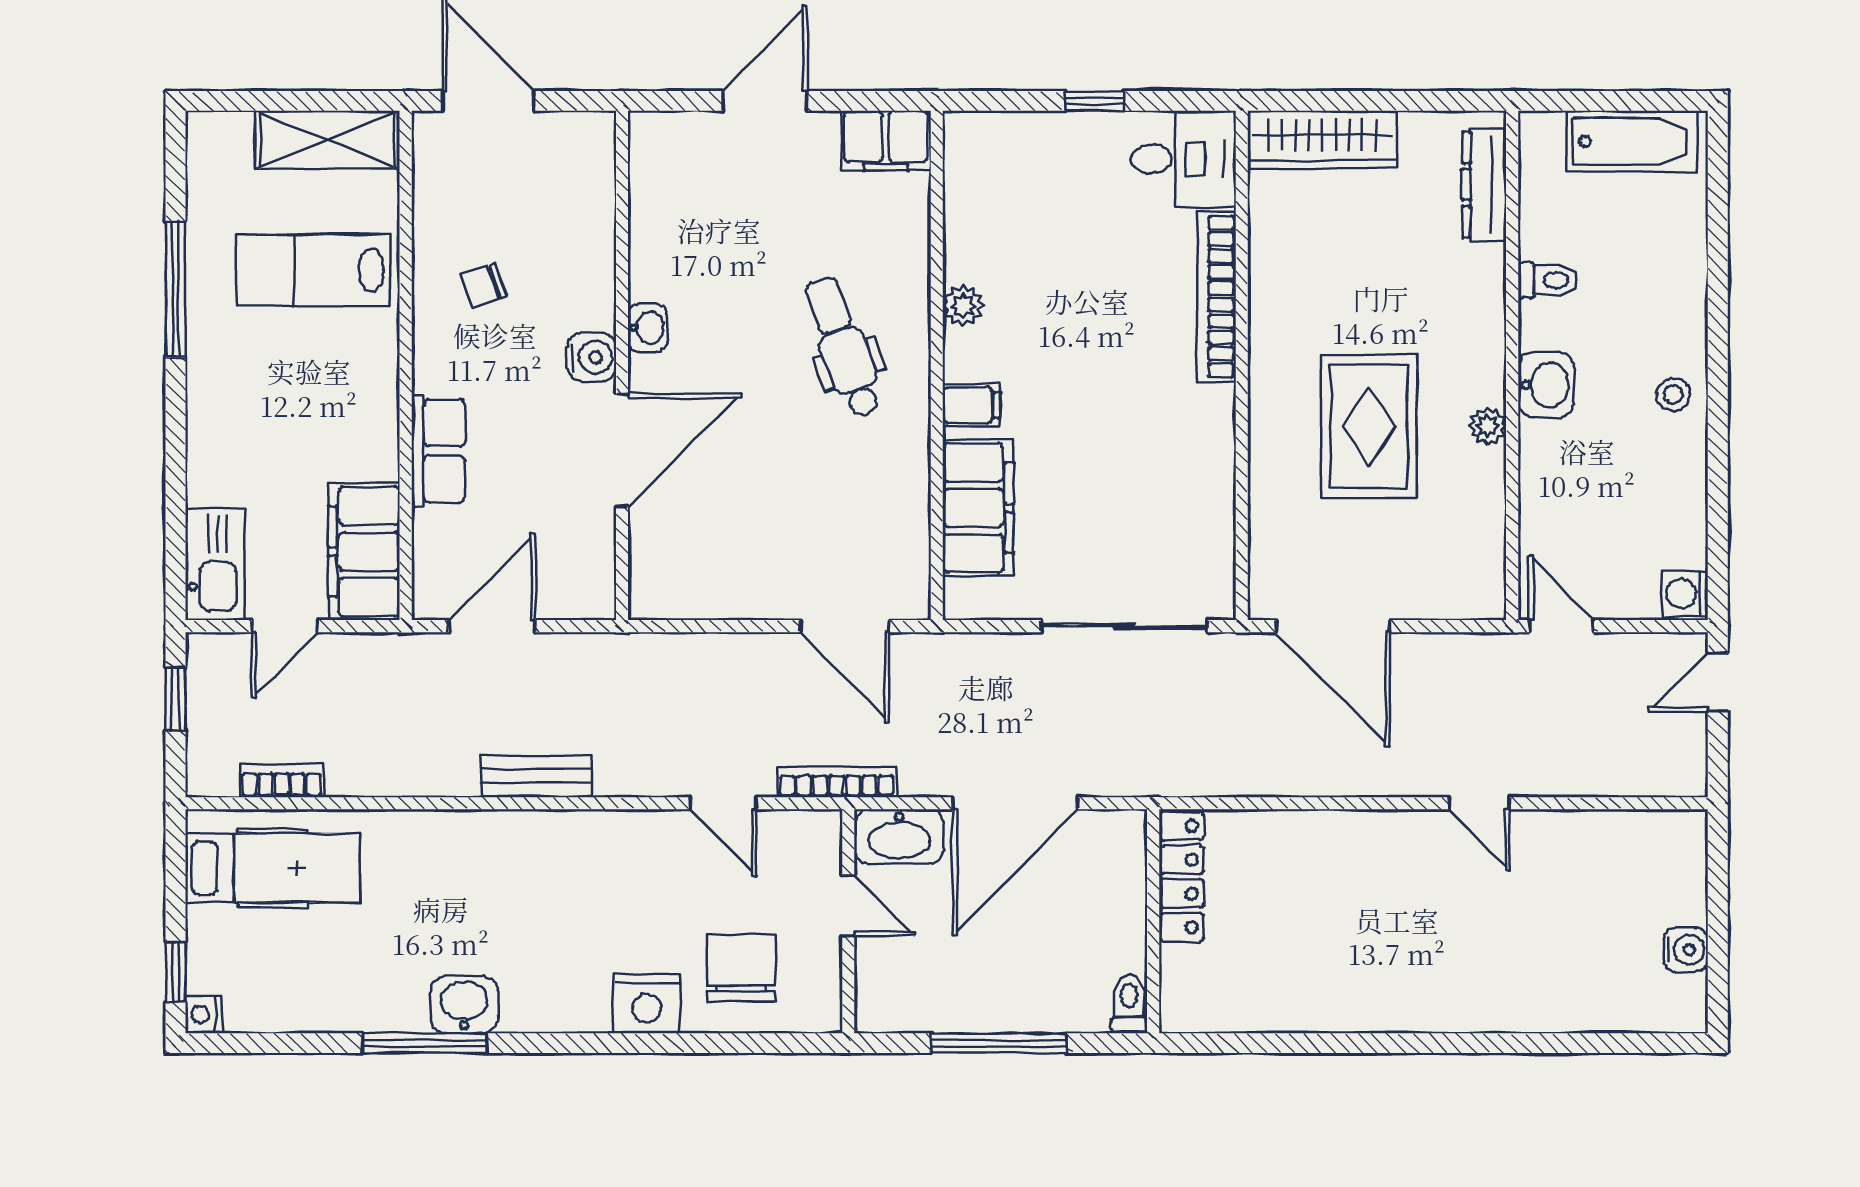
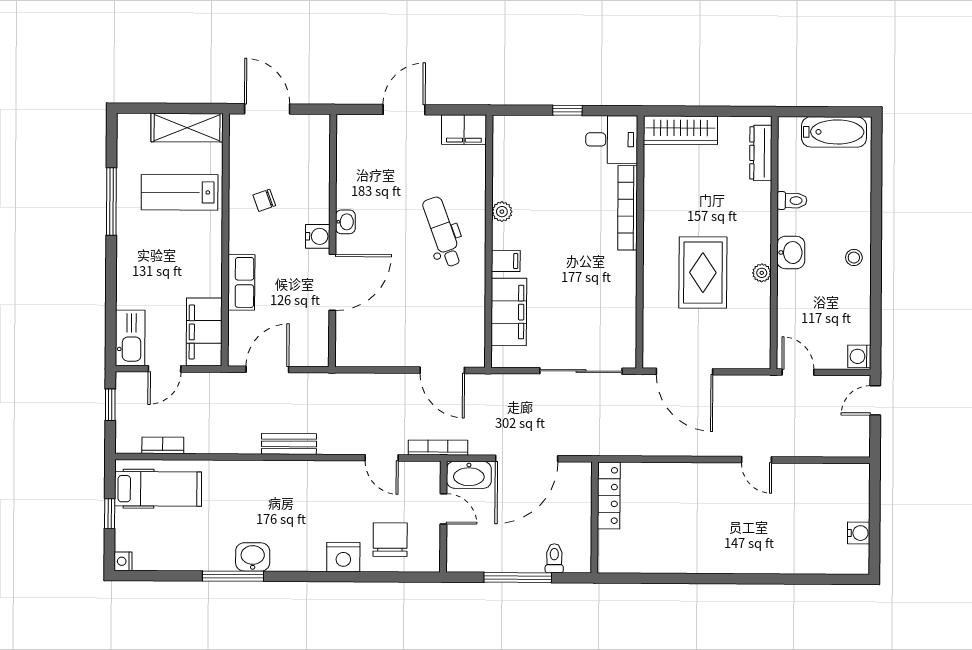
window: (175, 972) -> (110, 514), moved
toilet: (1129, 1004) -> (554, 558), moved

